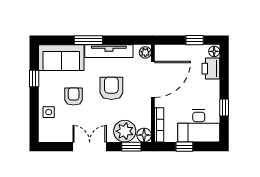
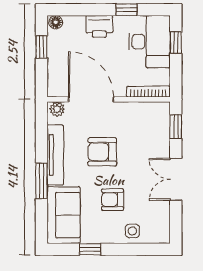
printer: (211, 69) -> (99, 26), moved
plant: (125, 131) -> (156, 135), removed
floor lamp: (144, 135) -> (161, 111), removed
window: (184, 147) -> (176, 42), moved

